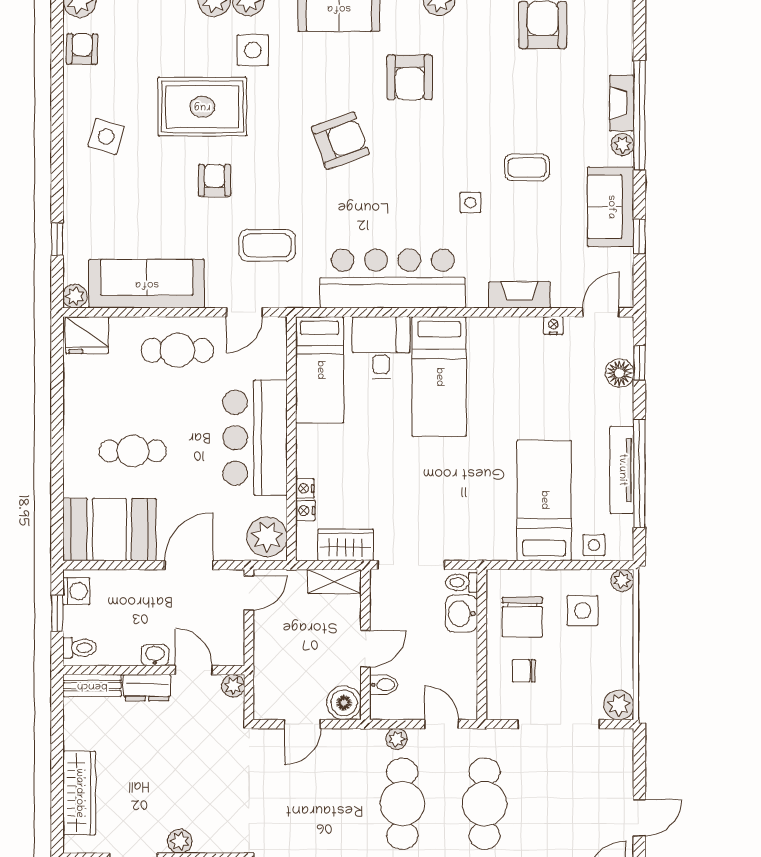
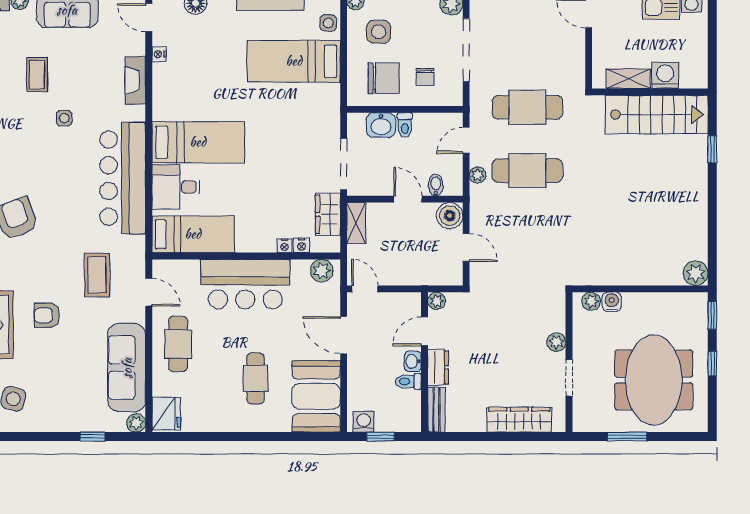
plant: (267, 537) -> (322, 271), width x0.73, depth x0.73
toilet: (461, 582) -> (405, 125), moved
toilet: (80, 648) -> (408, 381), moved, turned -90

